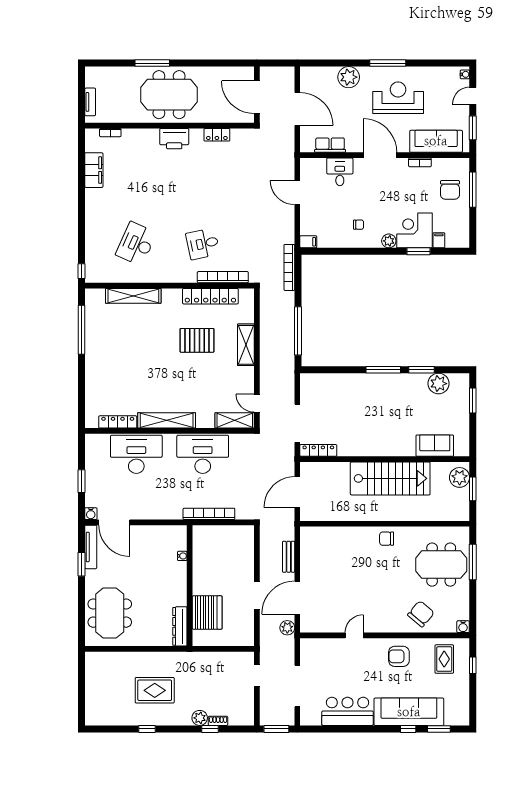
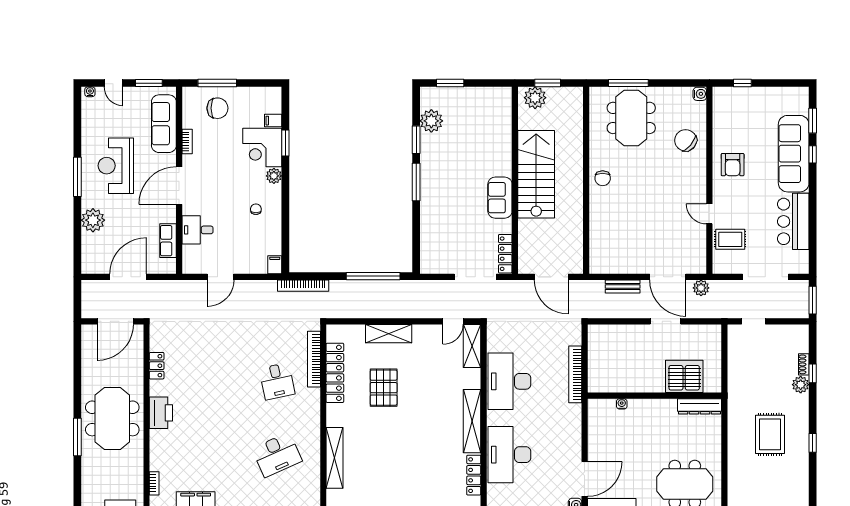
desk: (136, 244) -> (277, 455), turned -48
sofa: (435, 446) -> (500, 198), moved
rug: (444, 659) -> (730, 239), moved

